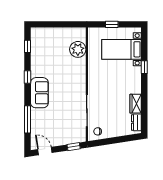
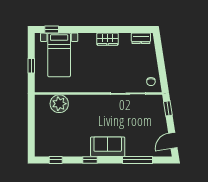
window: (144, 67) -> (52, 29), moved
wardrobe: (136, 104) -> (108, 39), moved

